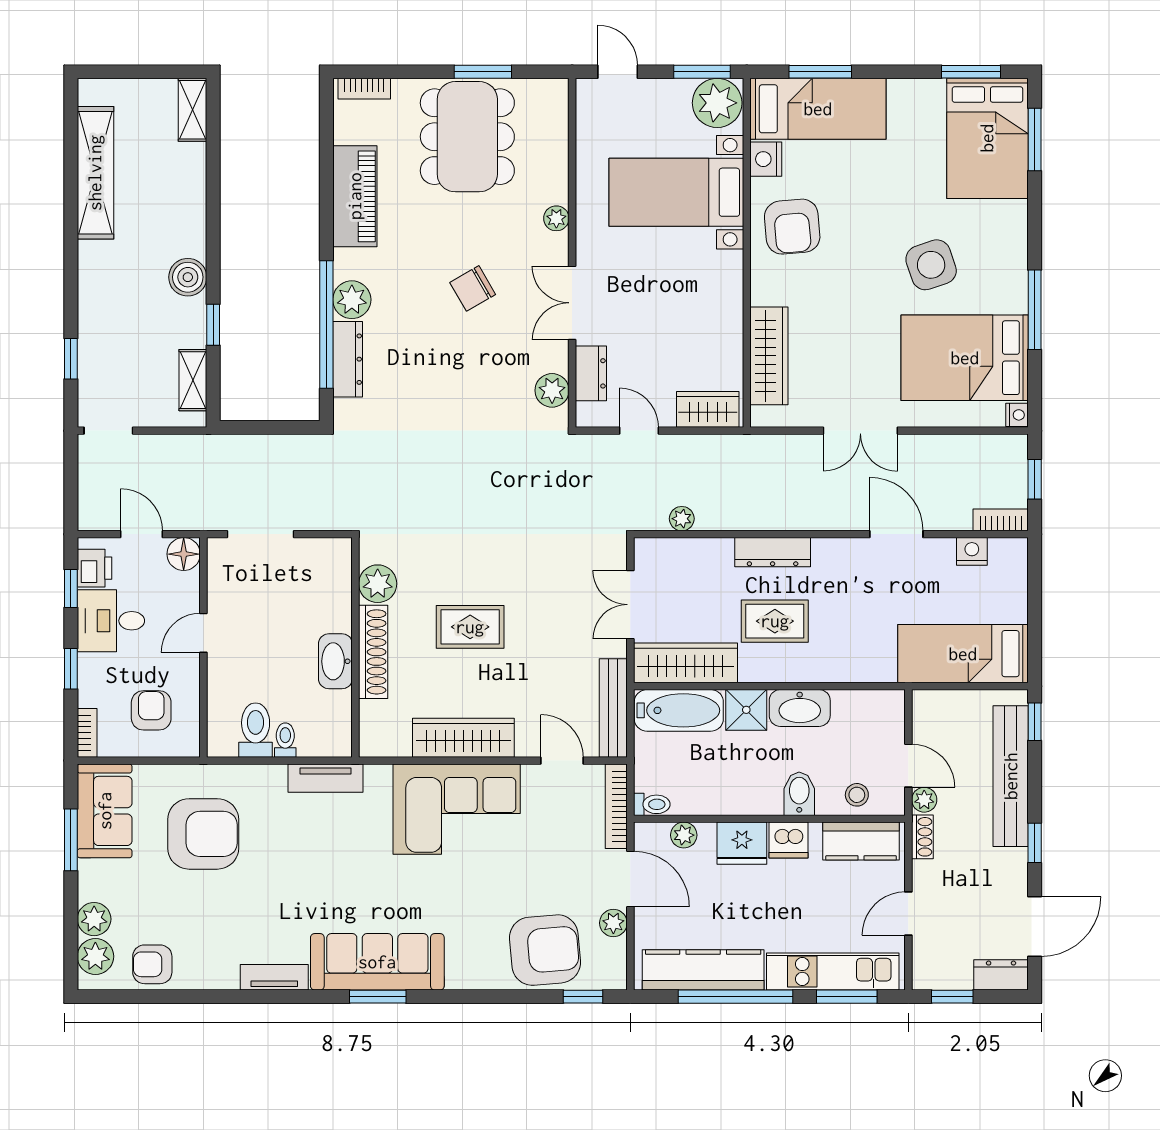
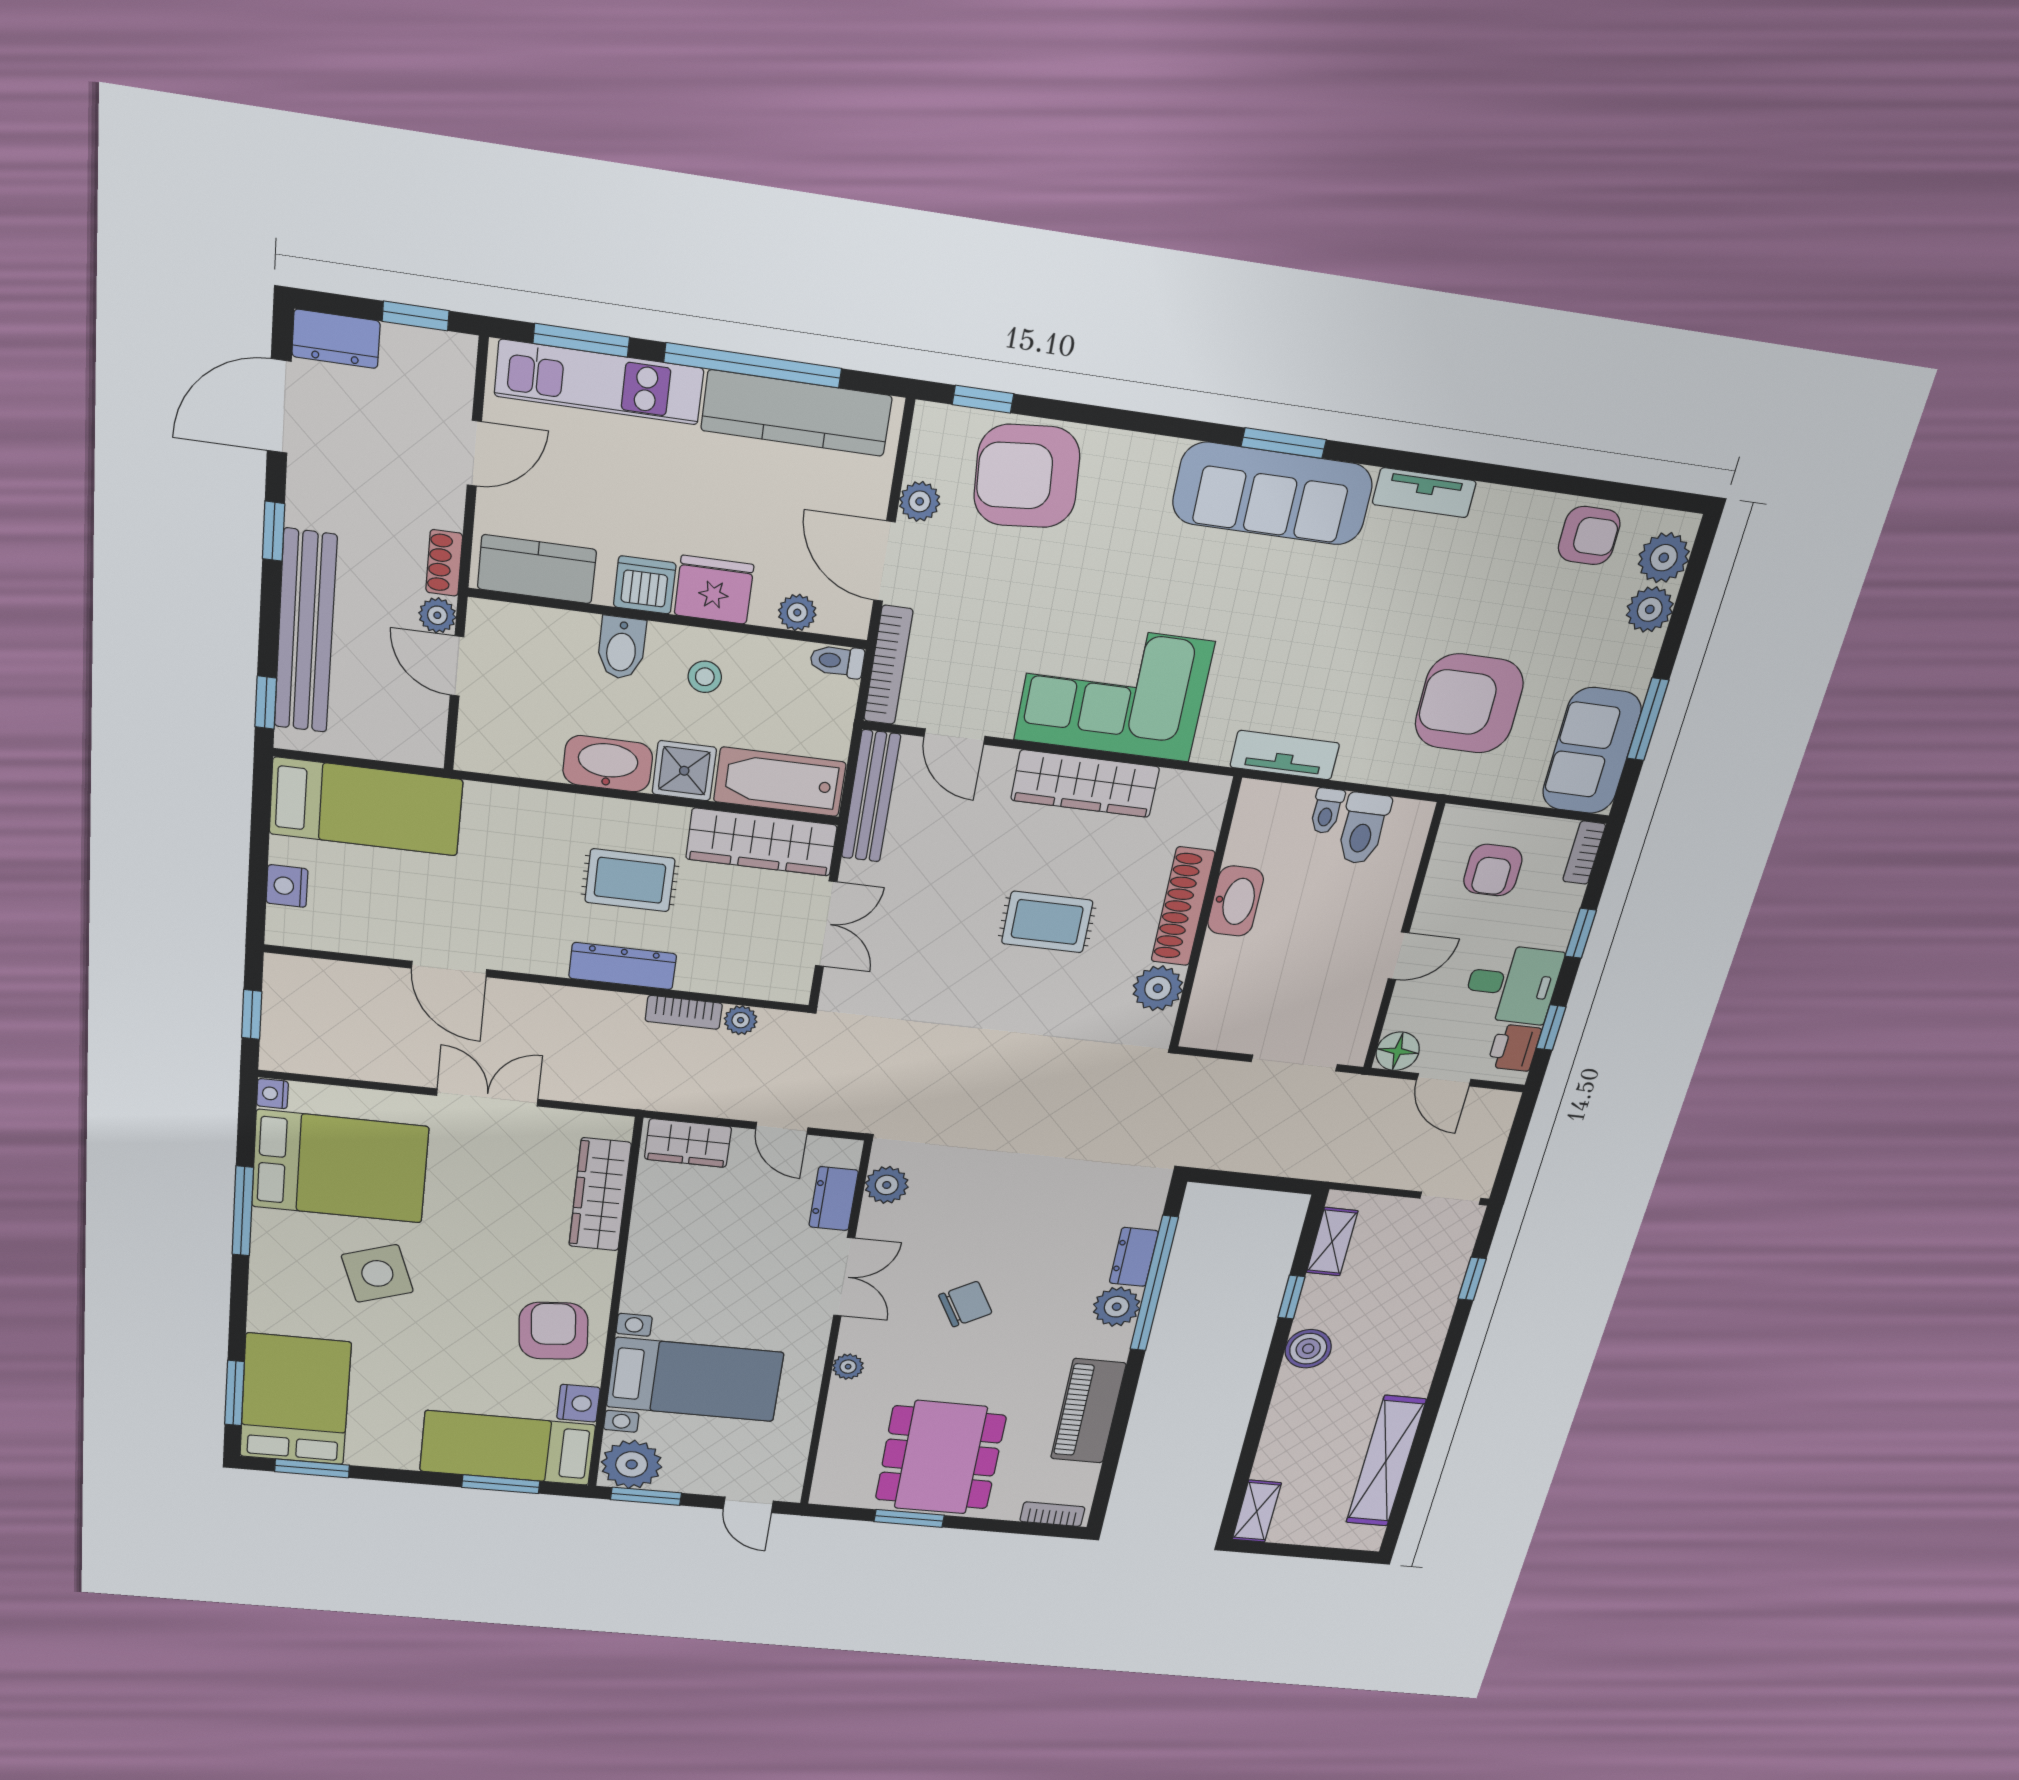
dresser: (348, 359) -> (1134, 1257), width x0.70
bookcase: (1001, 520) -> (684, 1012), moved
nightstand: (972, 551) -> (287, 886), moved, turned 90
stool: (857, 795) -> (705, 677), moved

